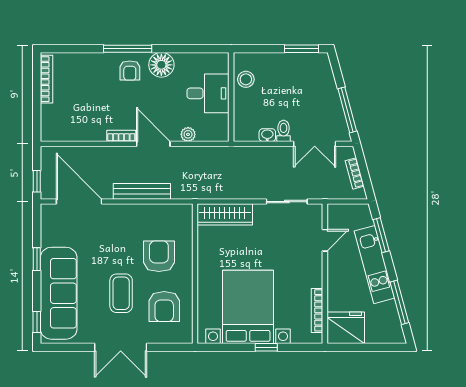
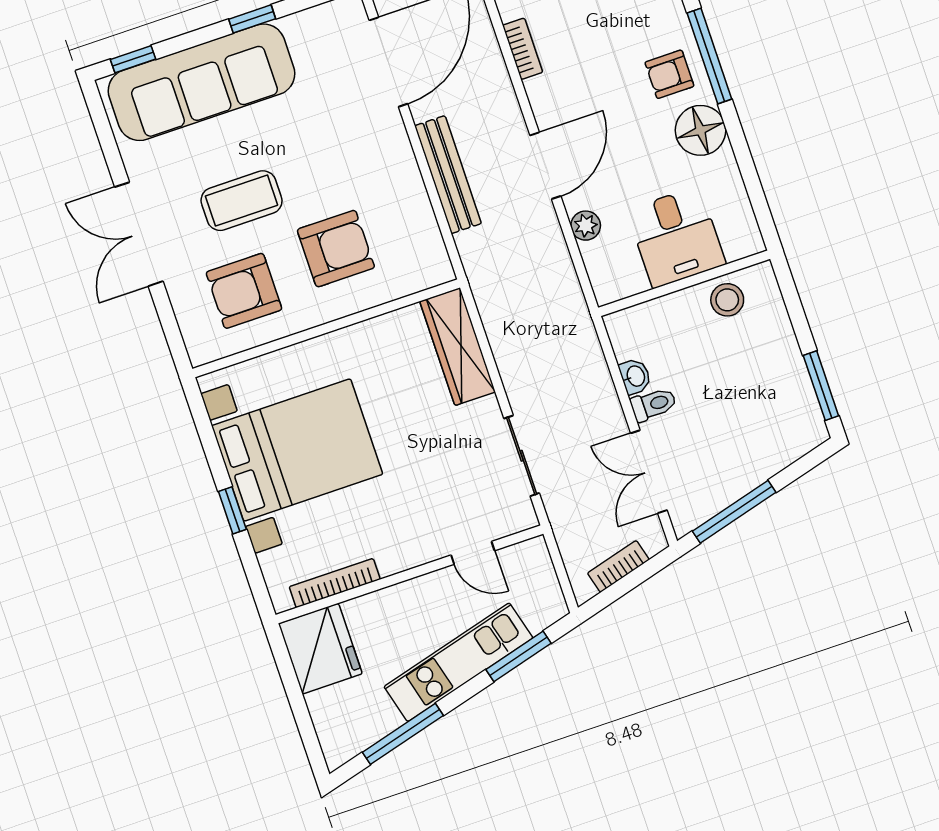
bookcase: (121, 136) -> (523, 49), moved

